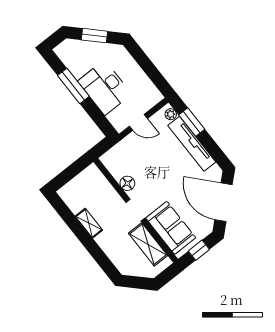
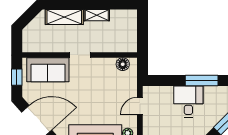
desk: (105, 88) -> (188, 101), width x0.73
floor lamp: (127, 183) -> (123, 64), moved
shelving: (148, 244) -> (64, 17), moved

